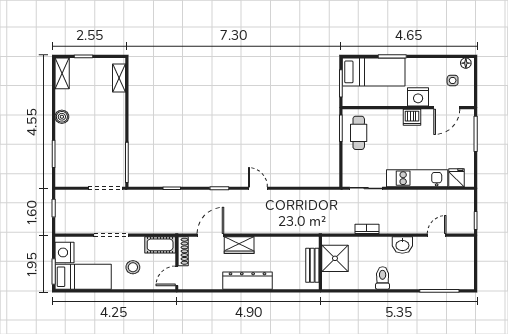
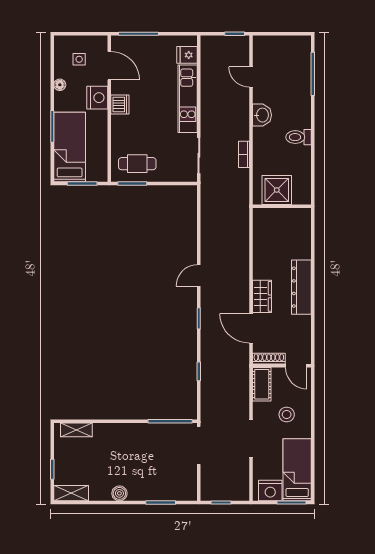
floor lamp: (466, 63) -> (60, 85), moved
bench: (312, 265) -> (284, 215), removed

